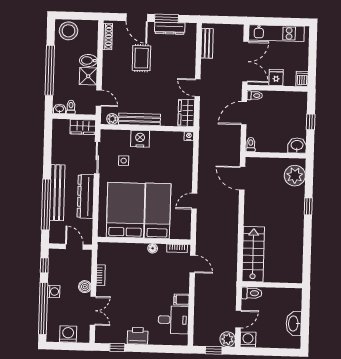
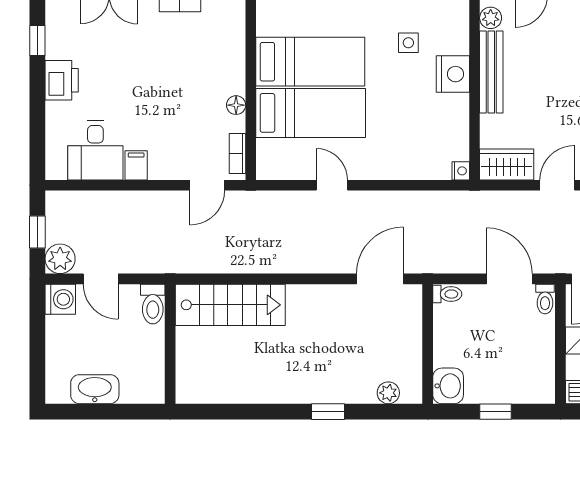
plant: (295, 176) -> (388, 393), width x0.53, depth x0.53
bed: (126, 210) -> (310, 62), width x0.67

